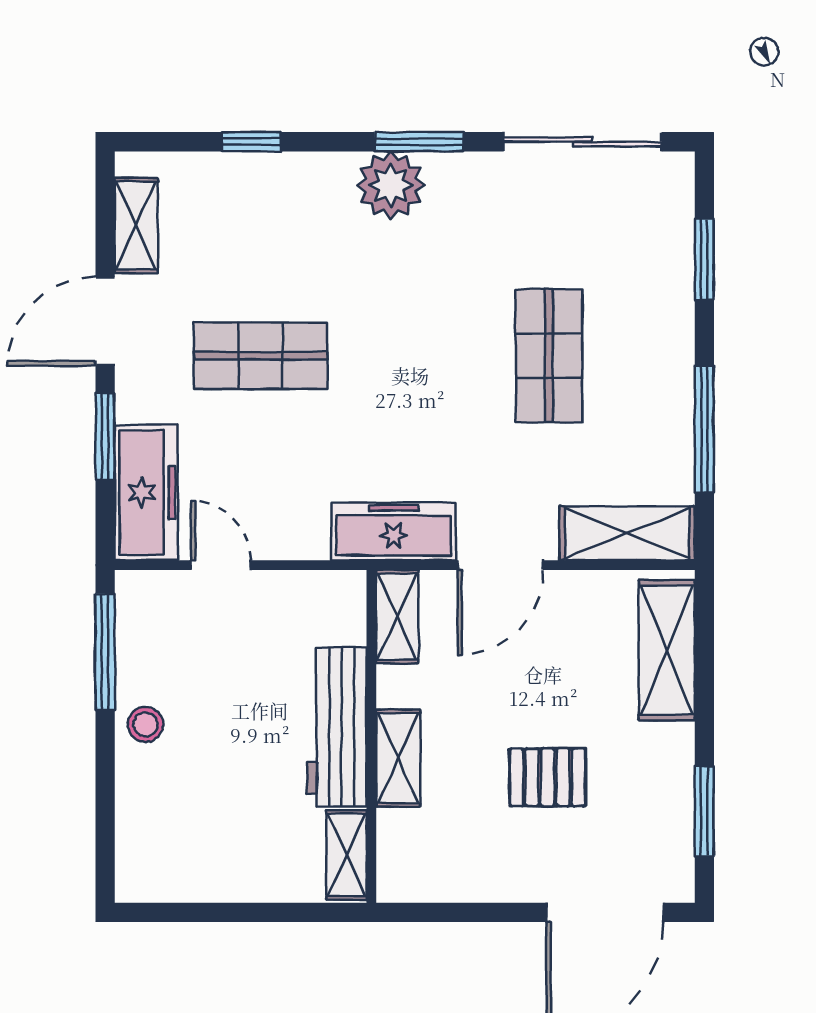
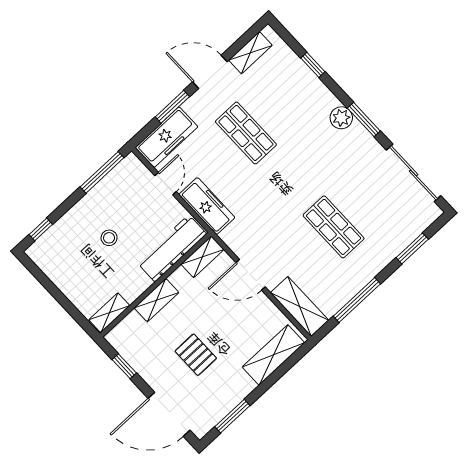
plant: (391, 185) -> (341, 118), width x0.73, depth x0.73
shop shelf: (549, 356) -> (334, 227), turned 90
freezer: (394, 531) -> (207, 206), moved
stool: (145, 724) -> (109, 238), moved
workbench: (337, 727) -> (172, 248), moved
window: (105, 840) -> (41, 229), added
window: (457, 912) -> (124, 366), added

